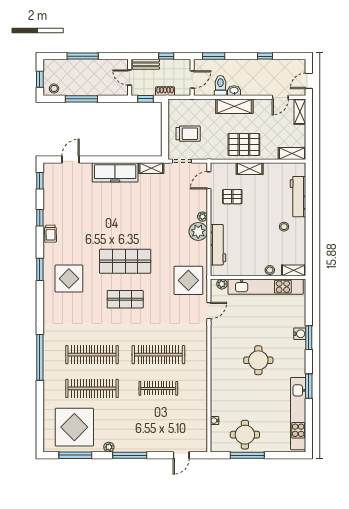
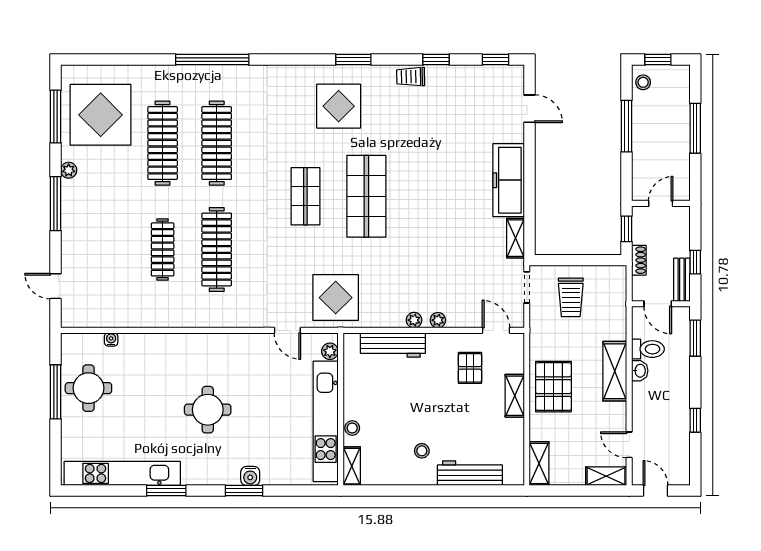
bench: (146, 64) -> (682, 280), moved
plant: (198, 232) -> (414, 320), width x0.53, depth x0.53

